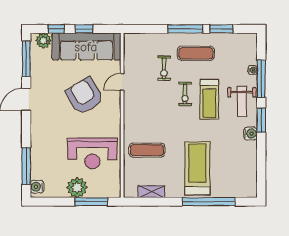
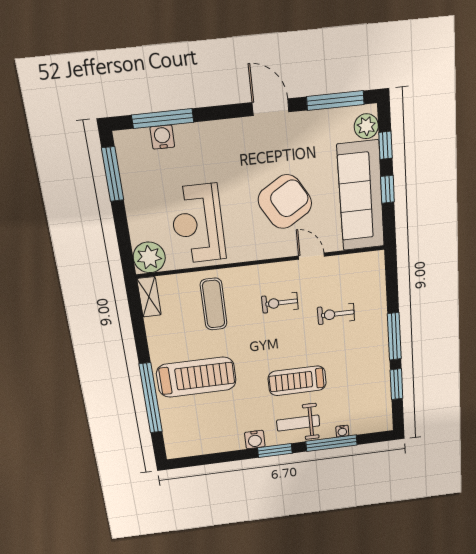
exercise mat: (196, 53) -> (361, 355), removed
exercise bike: (185, 94) -> (280, 303), moved
water cooler: (37, 187) -> (162, 137), moved
plant: (77, 187) -> (149, 257), moved
shelving: (151, 192) -> (149, 297), moved
window: (91, 202) -> (113, 174), moved

